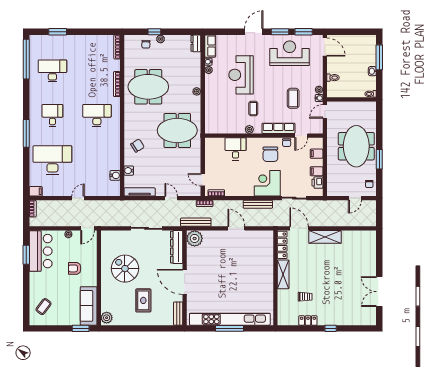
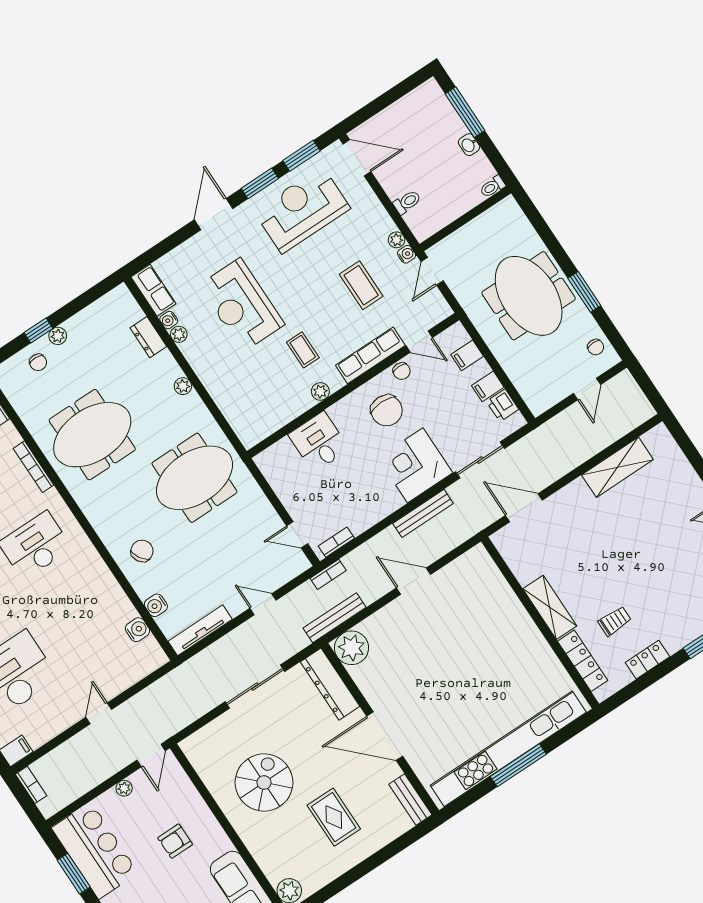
dresser: (196, 43) -> (148, 337), moved
door: (301, 136) -> (419, 342), hinge flipped
shelving: (325, 237) -> (617, 467), moved
locker: (282, 245) -> (583, 661), moved
spiral stairs: (125, 269) -> (264, 782), turned 90

